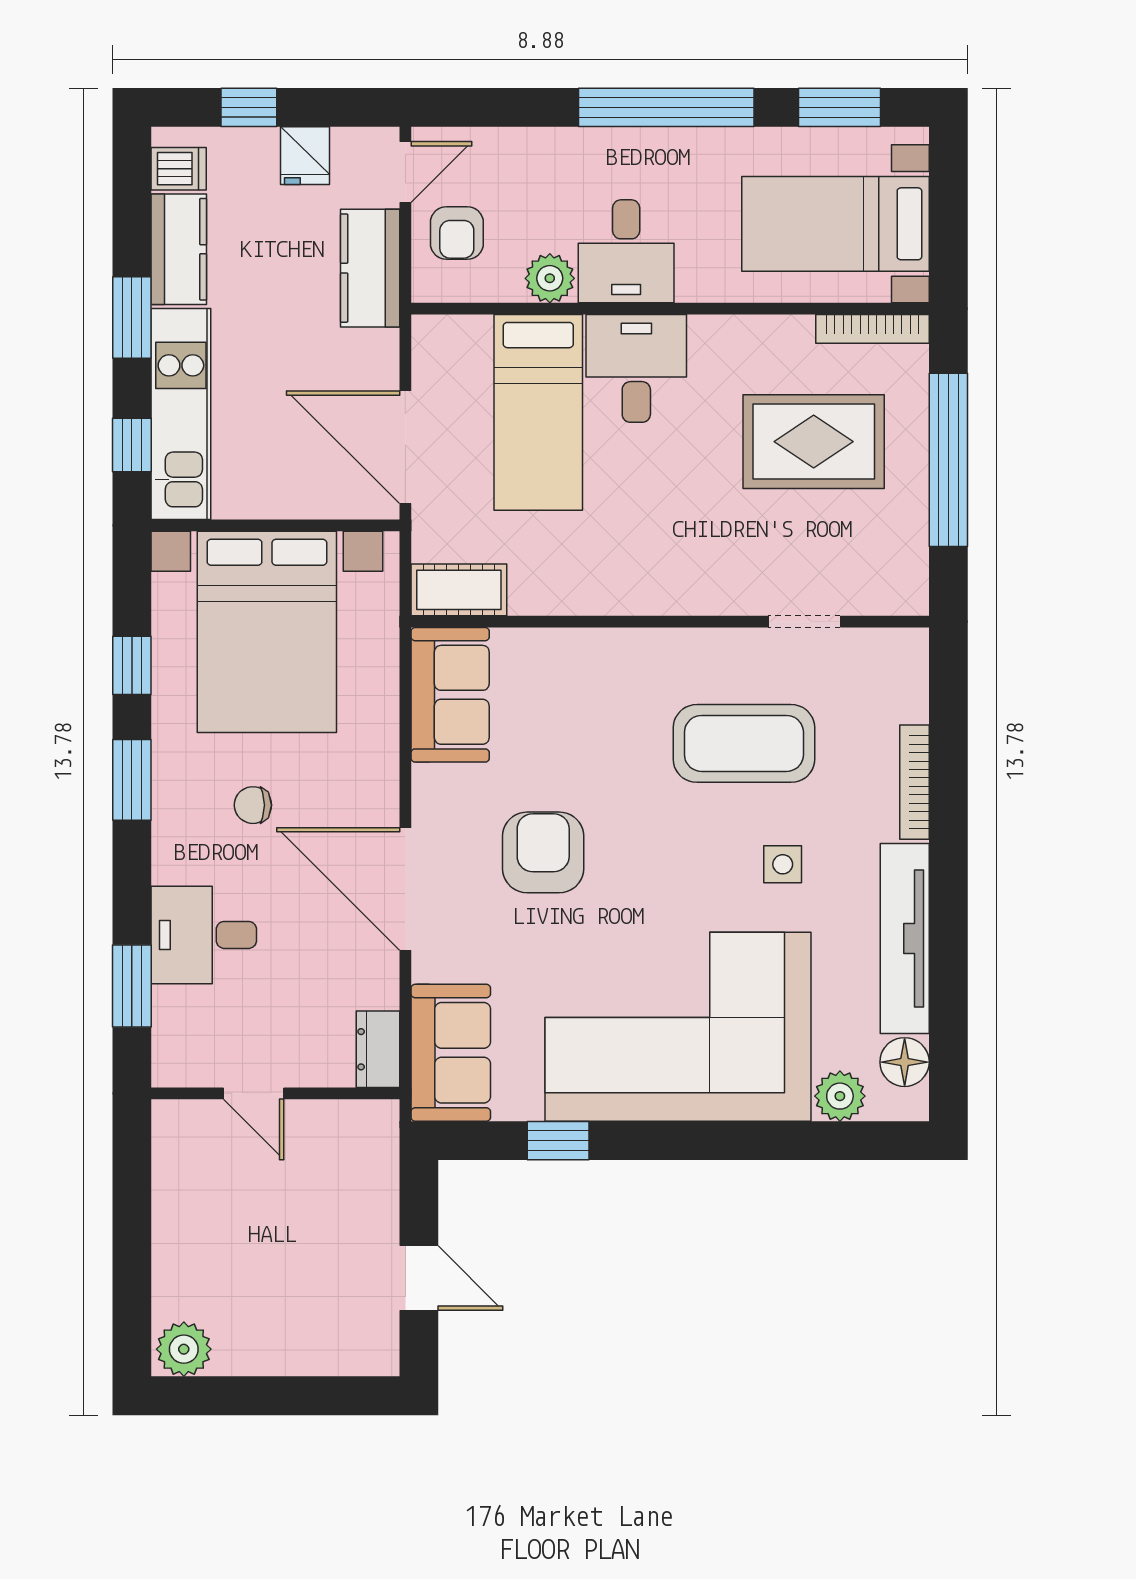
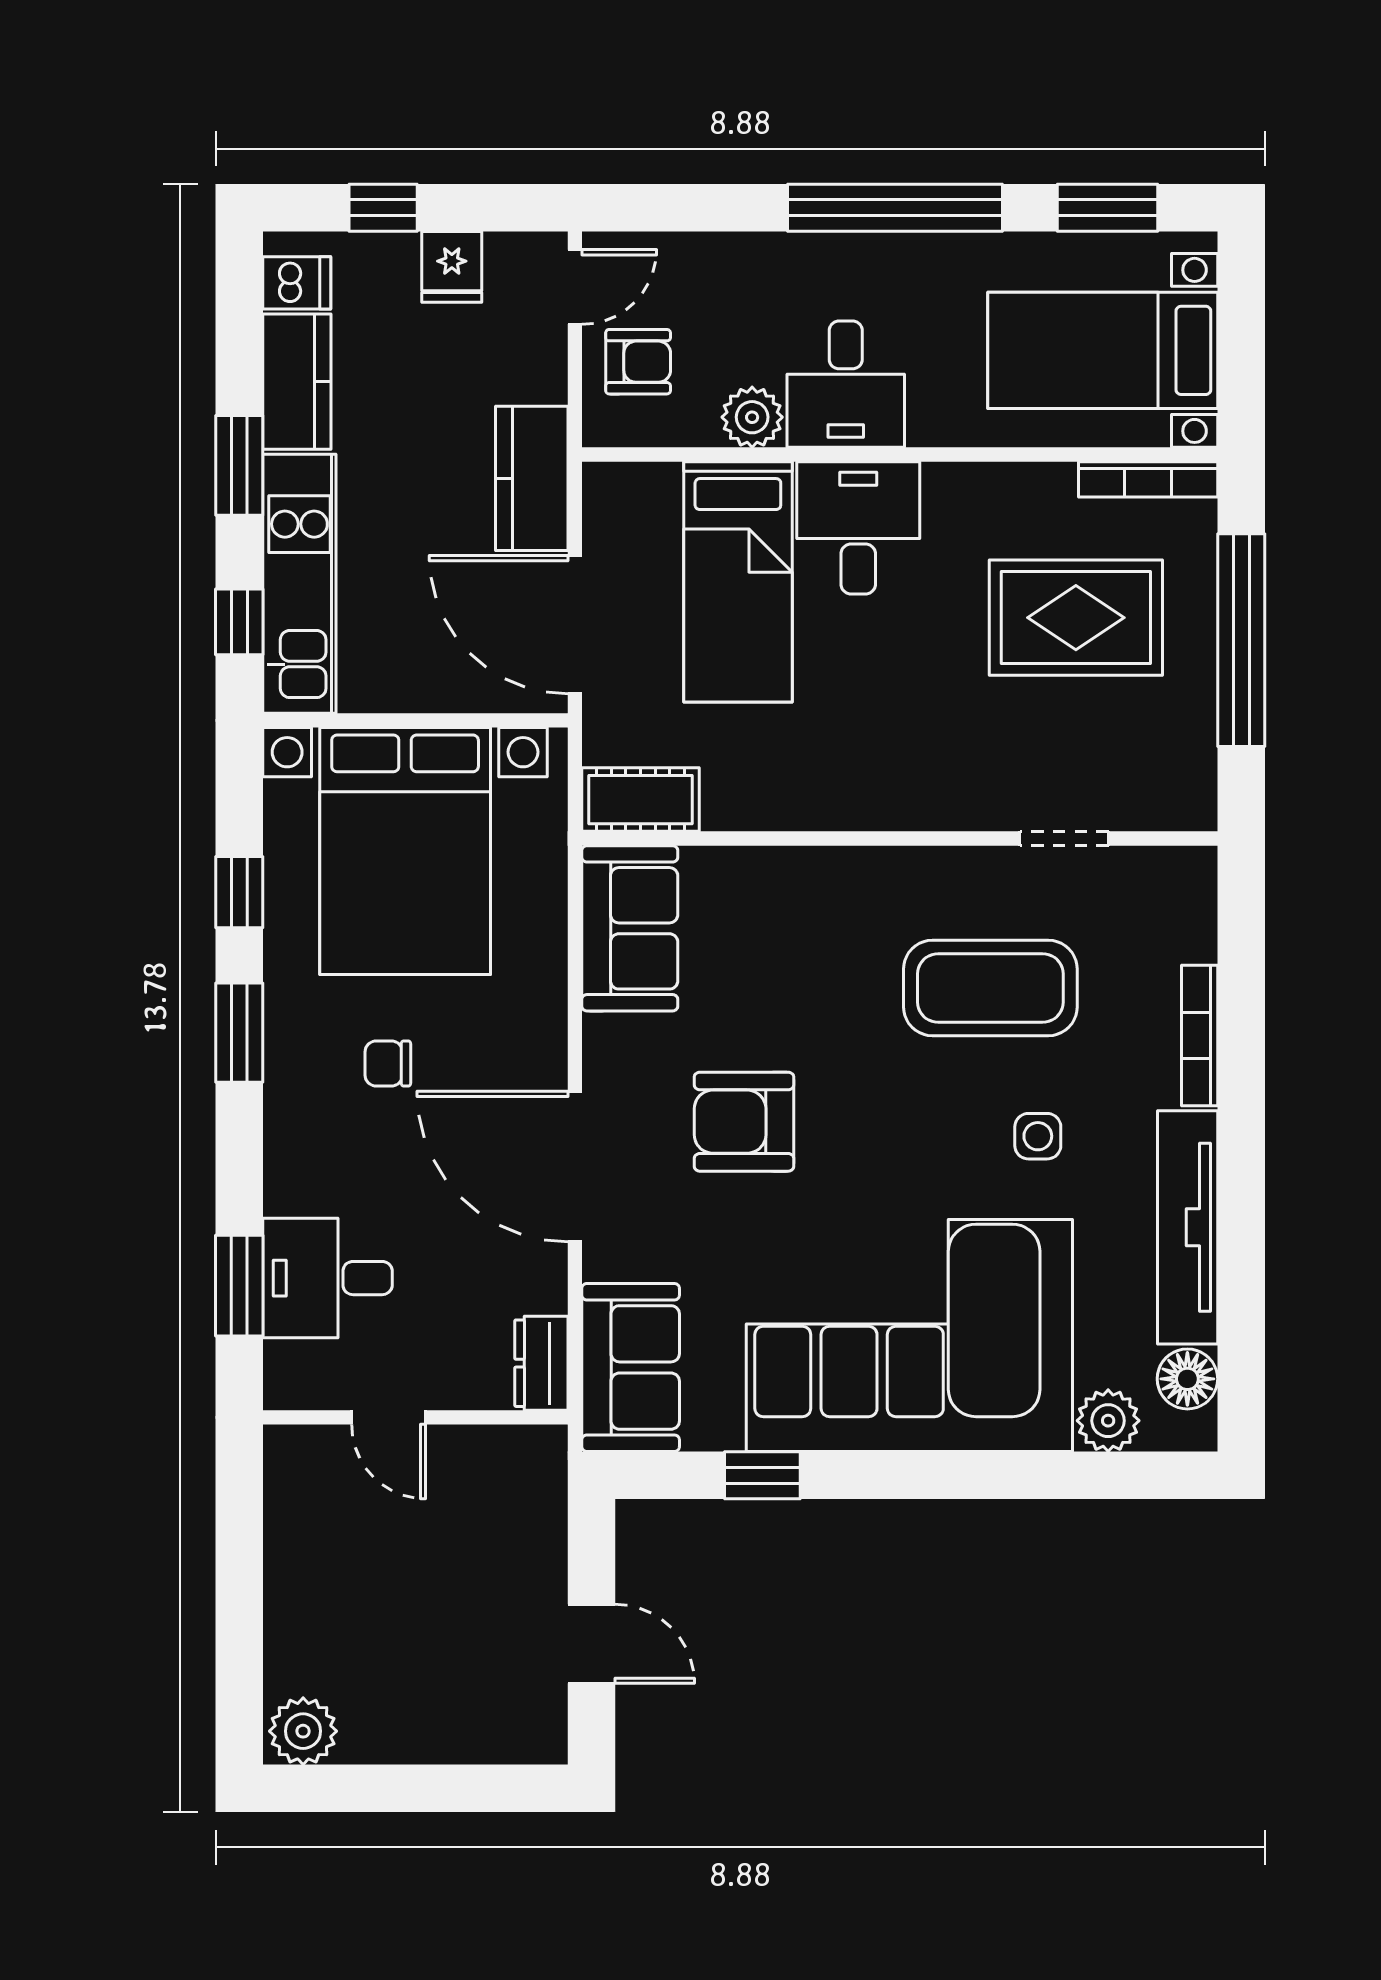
armchair: (457, 233) -> (638, 362), turned -90
kitchen counter: (370, 268) -> (532, 478), moved
armchair: (543, 852) -> (744, 1122), turned -90
desk: (204, 935) -> (328, 1278), moved

